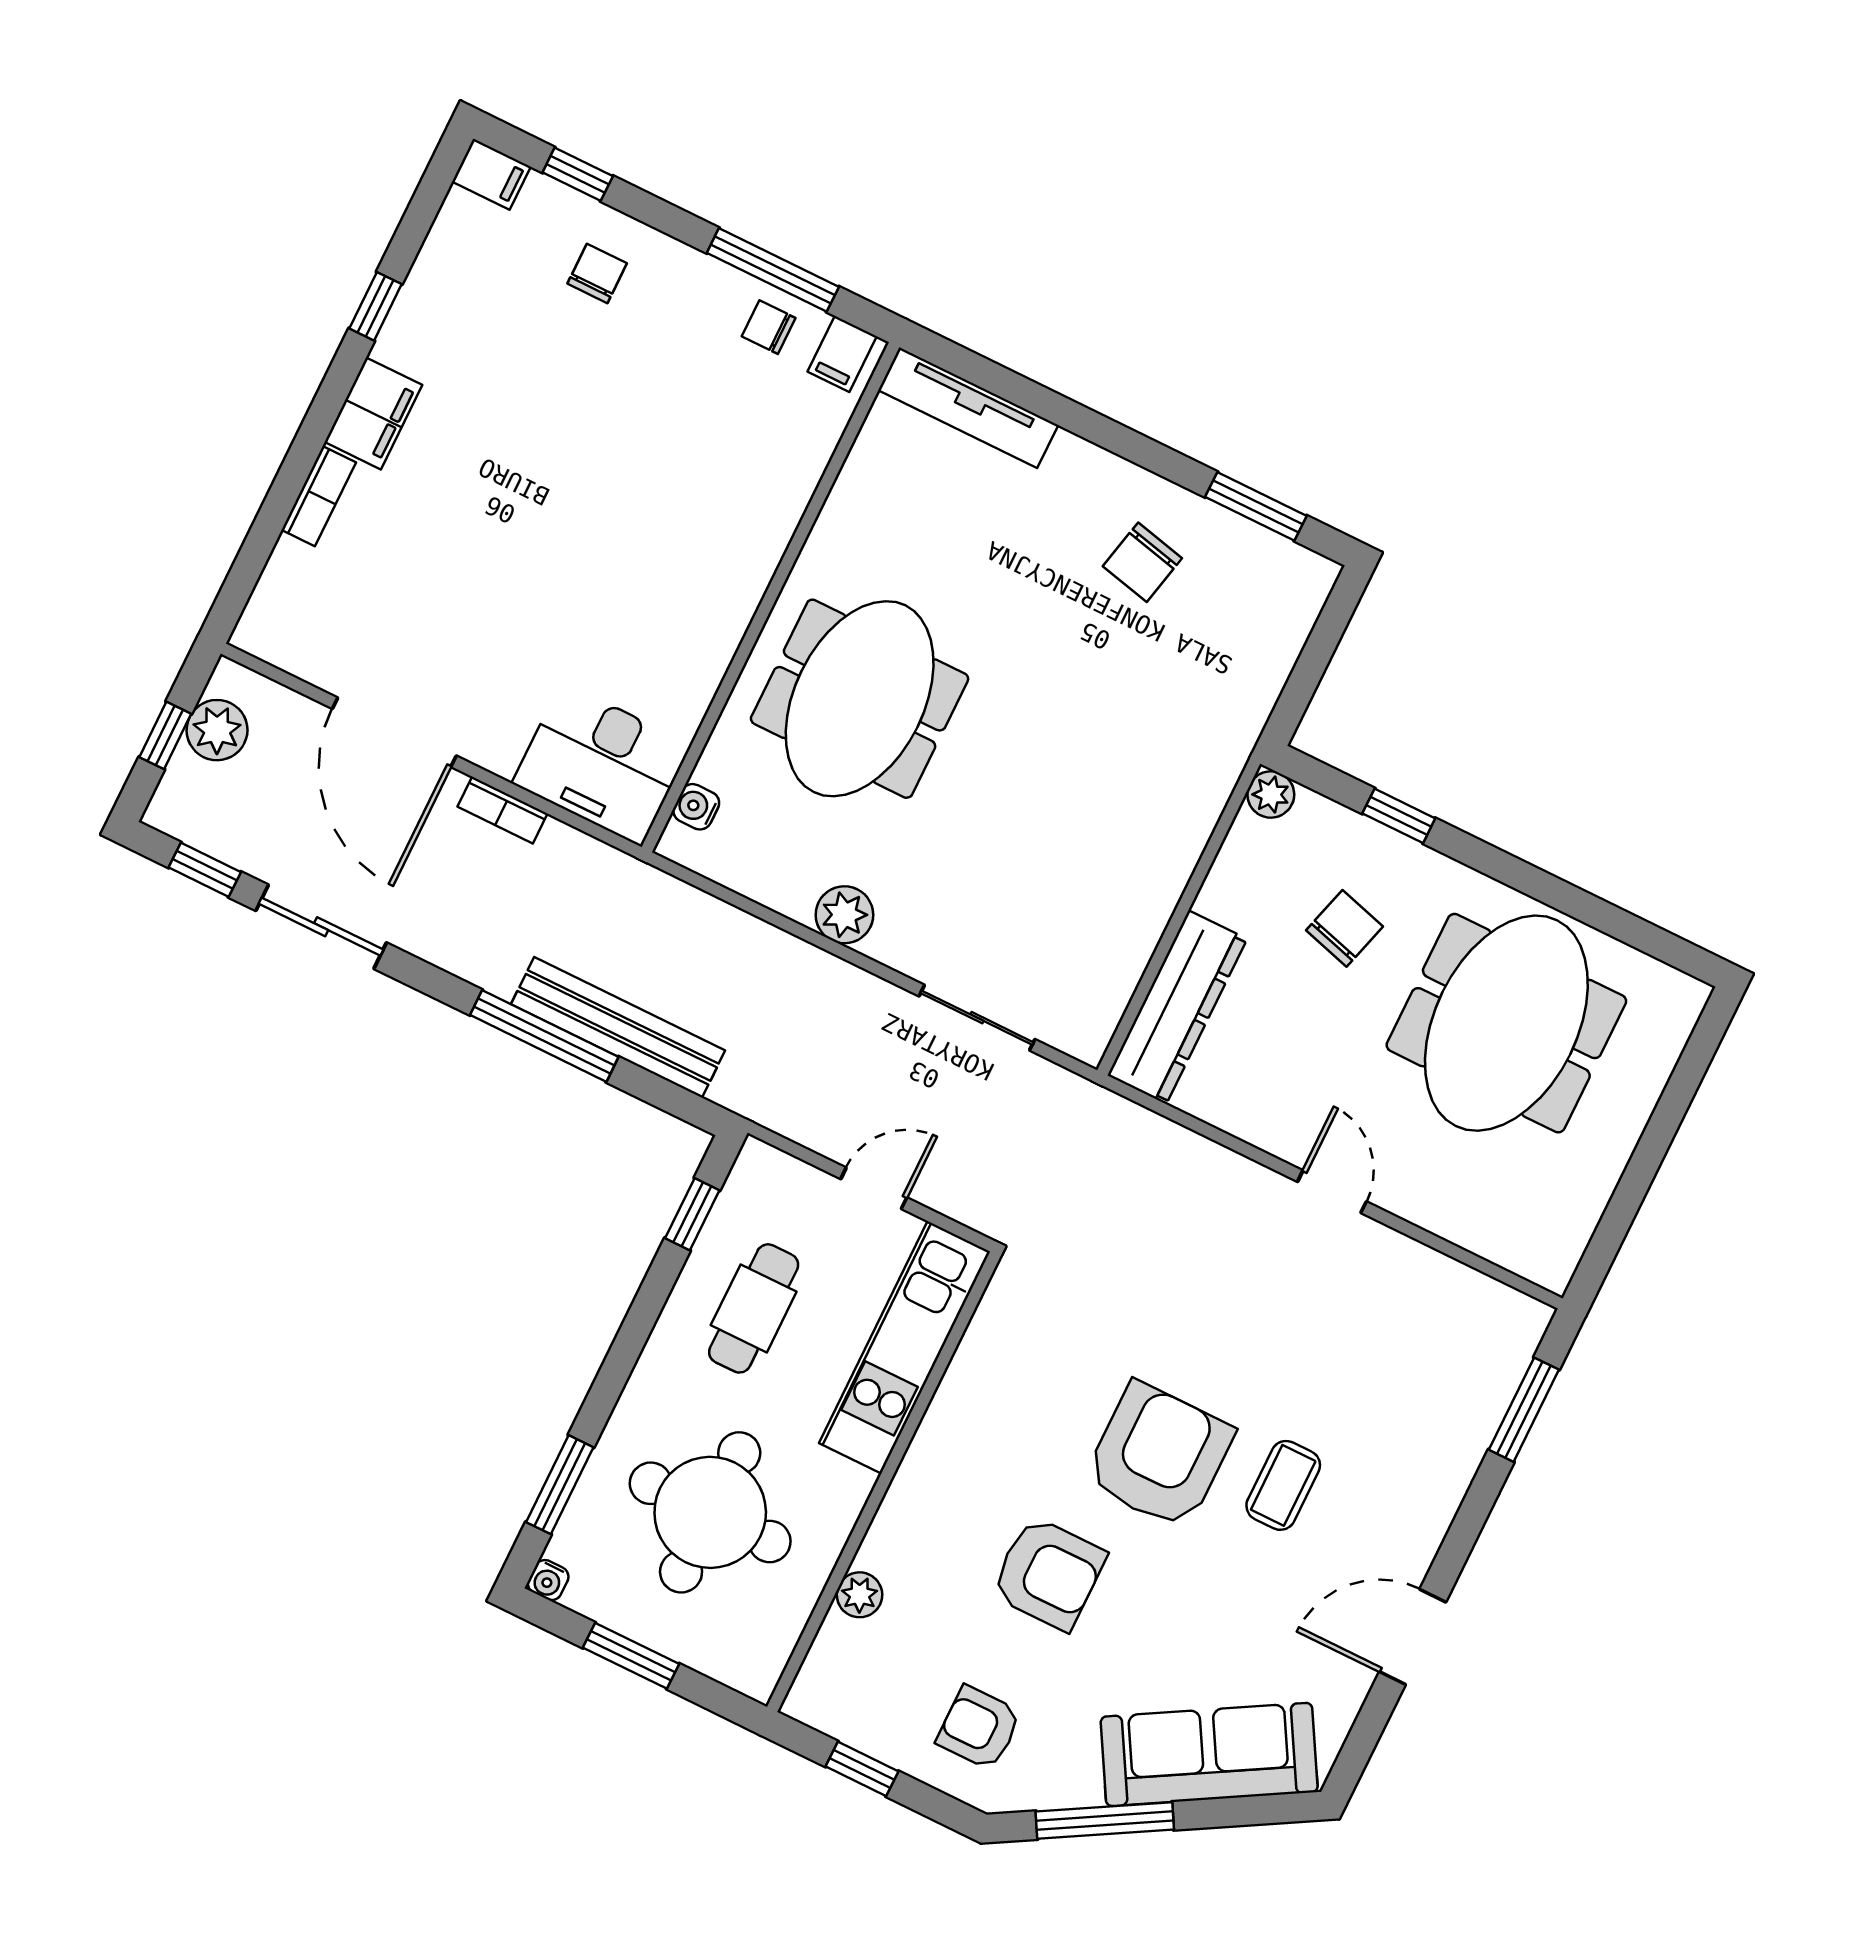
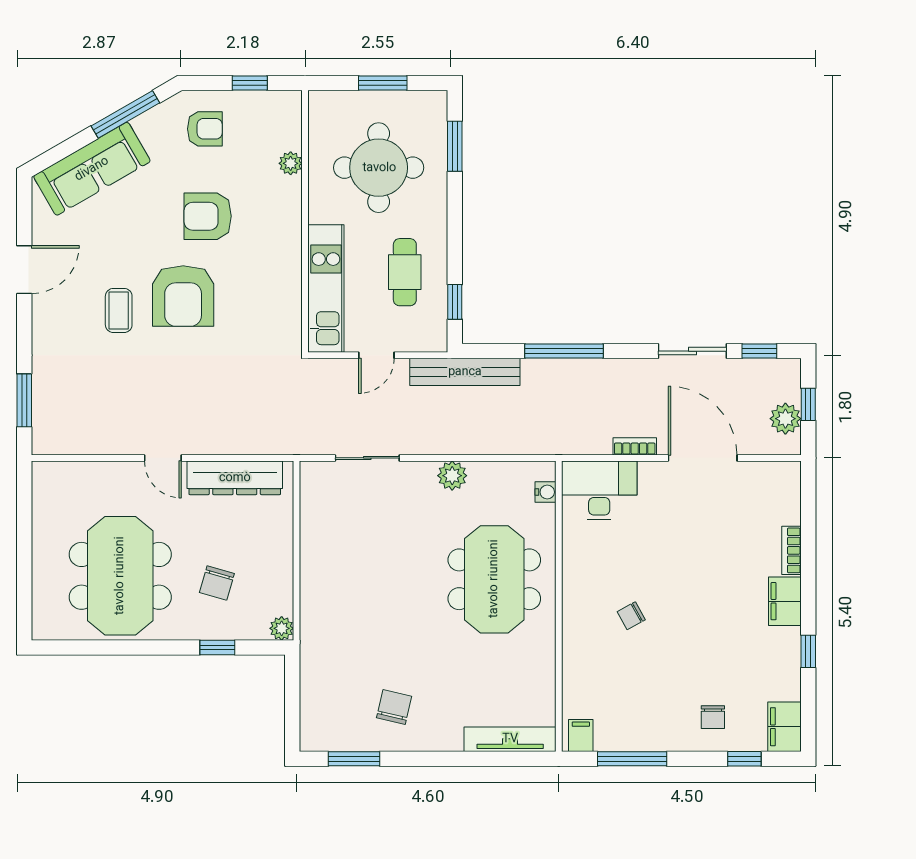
filing cabinet: (491, 174) -> (785, 727), width x2.00
chair: (769, 327) -> (631, 616), moved, turned 151
dresser: (1177, 1007) -> (235, 478), moved, turned -90
bench: (618, 1027) -> (465, 372), moved
water cooler: (548, 1580) -> (438, 99), removed

